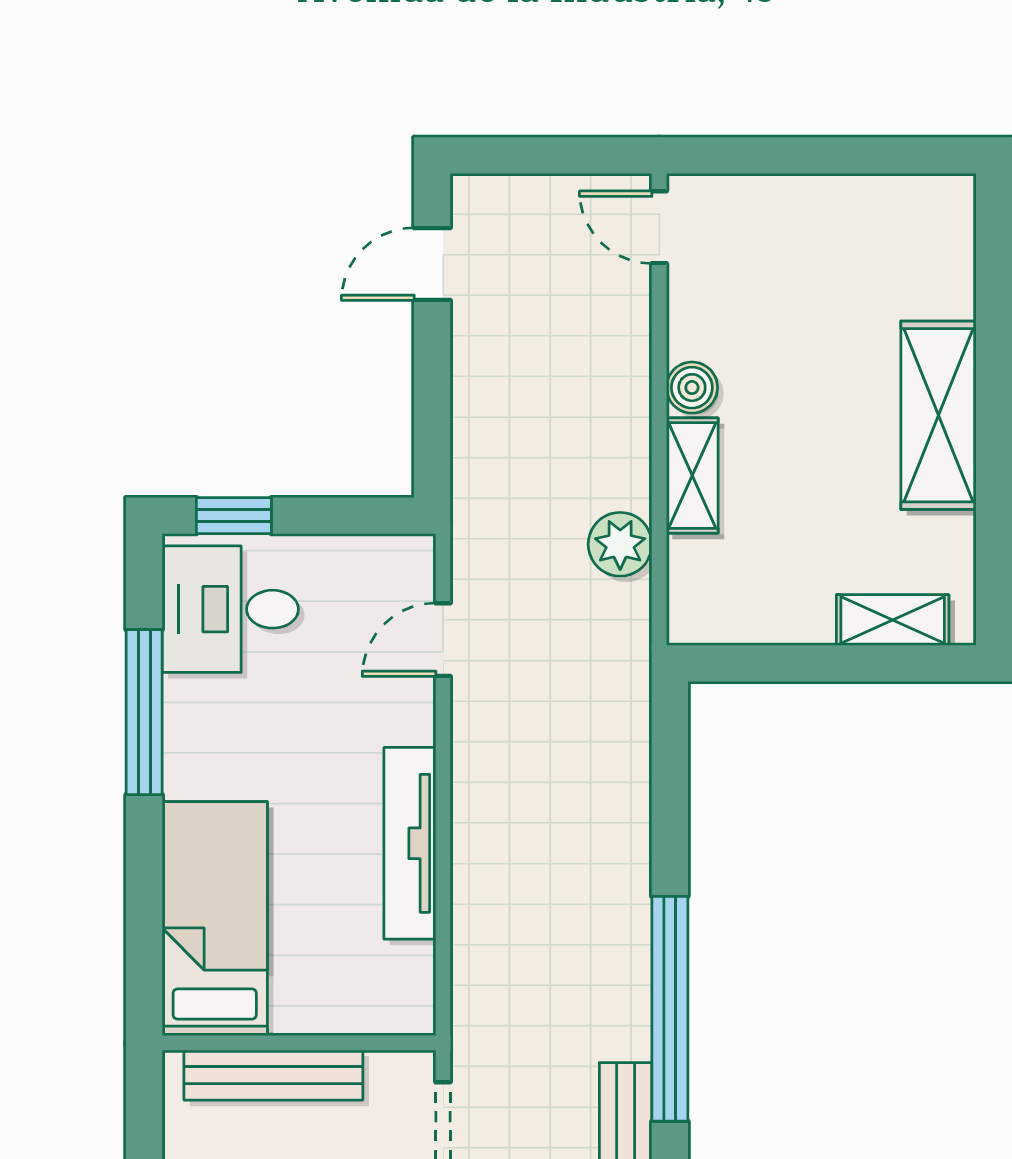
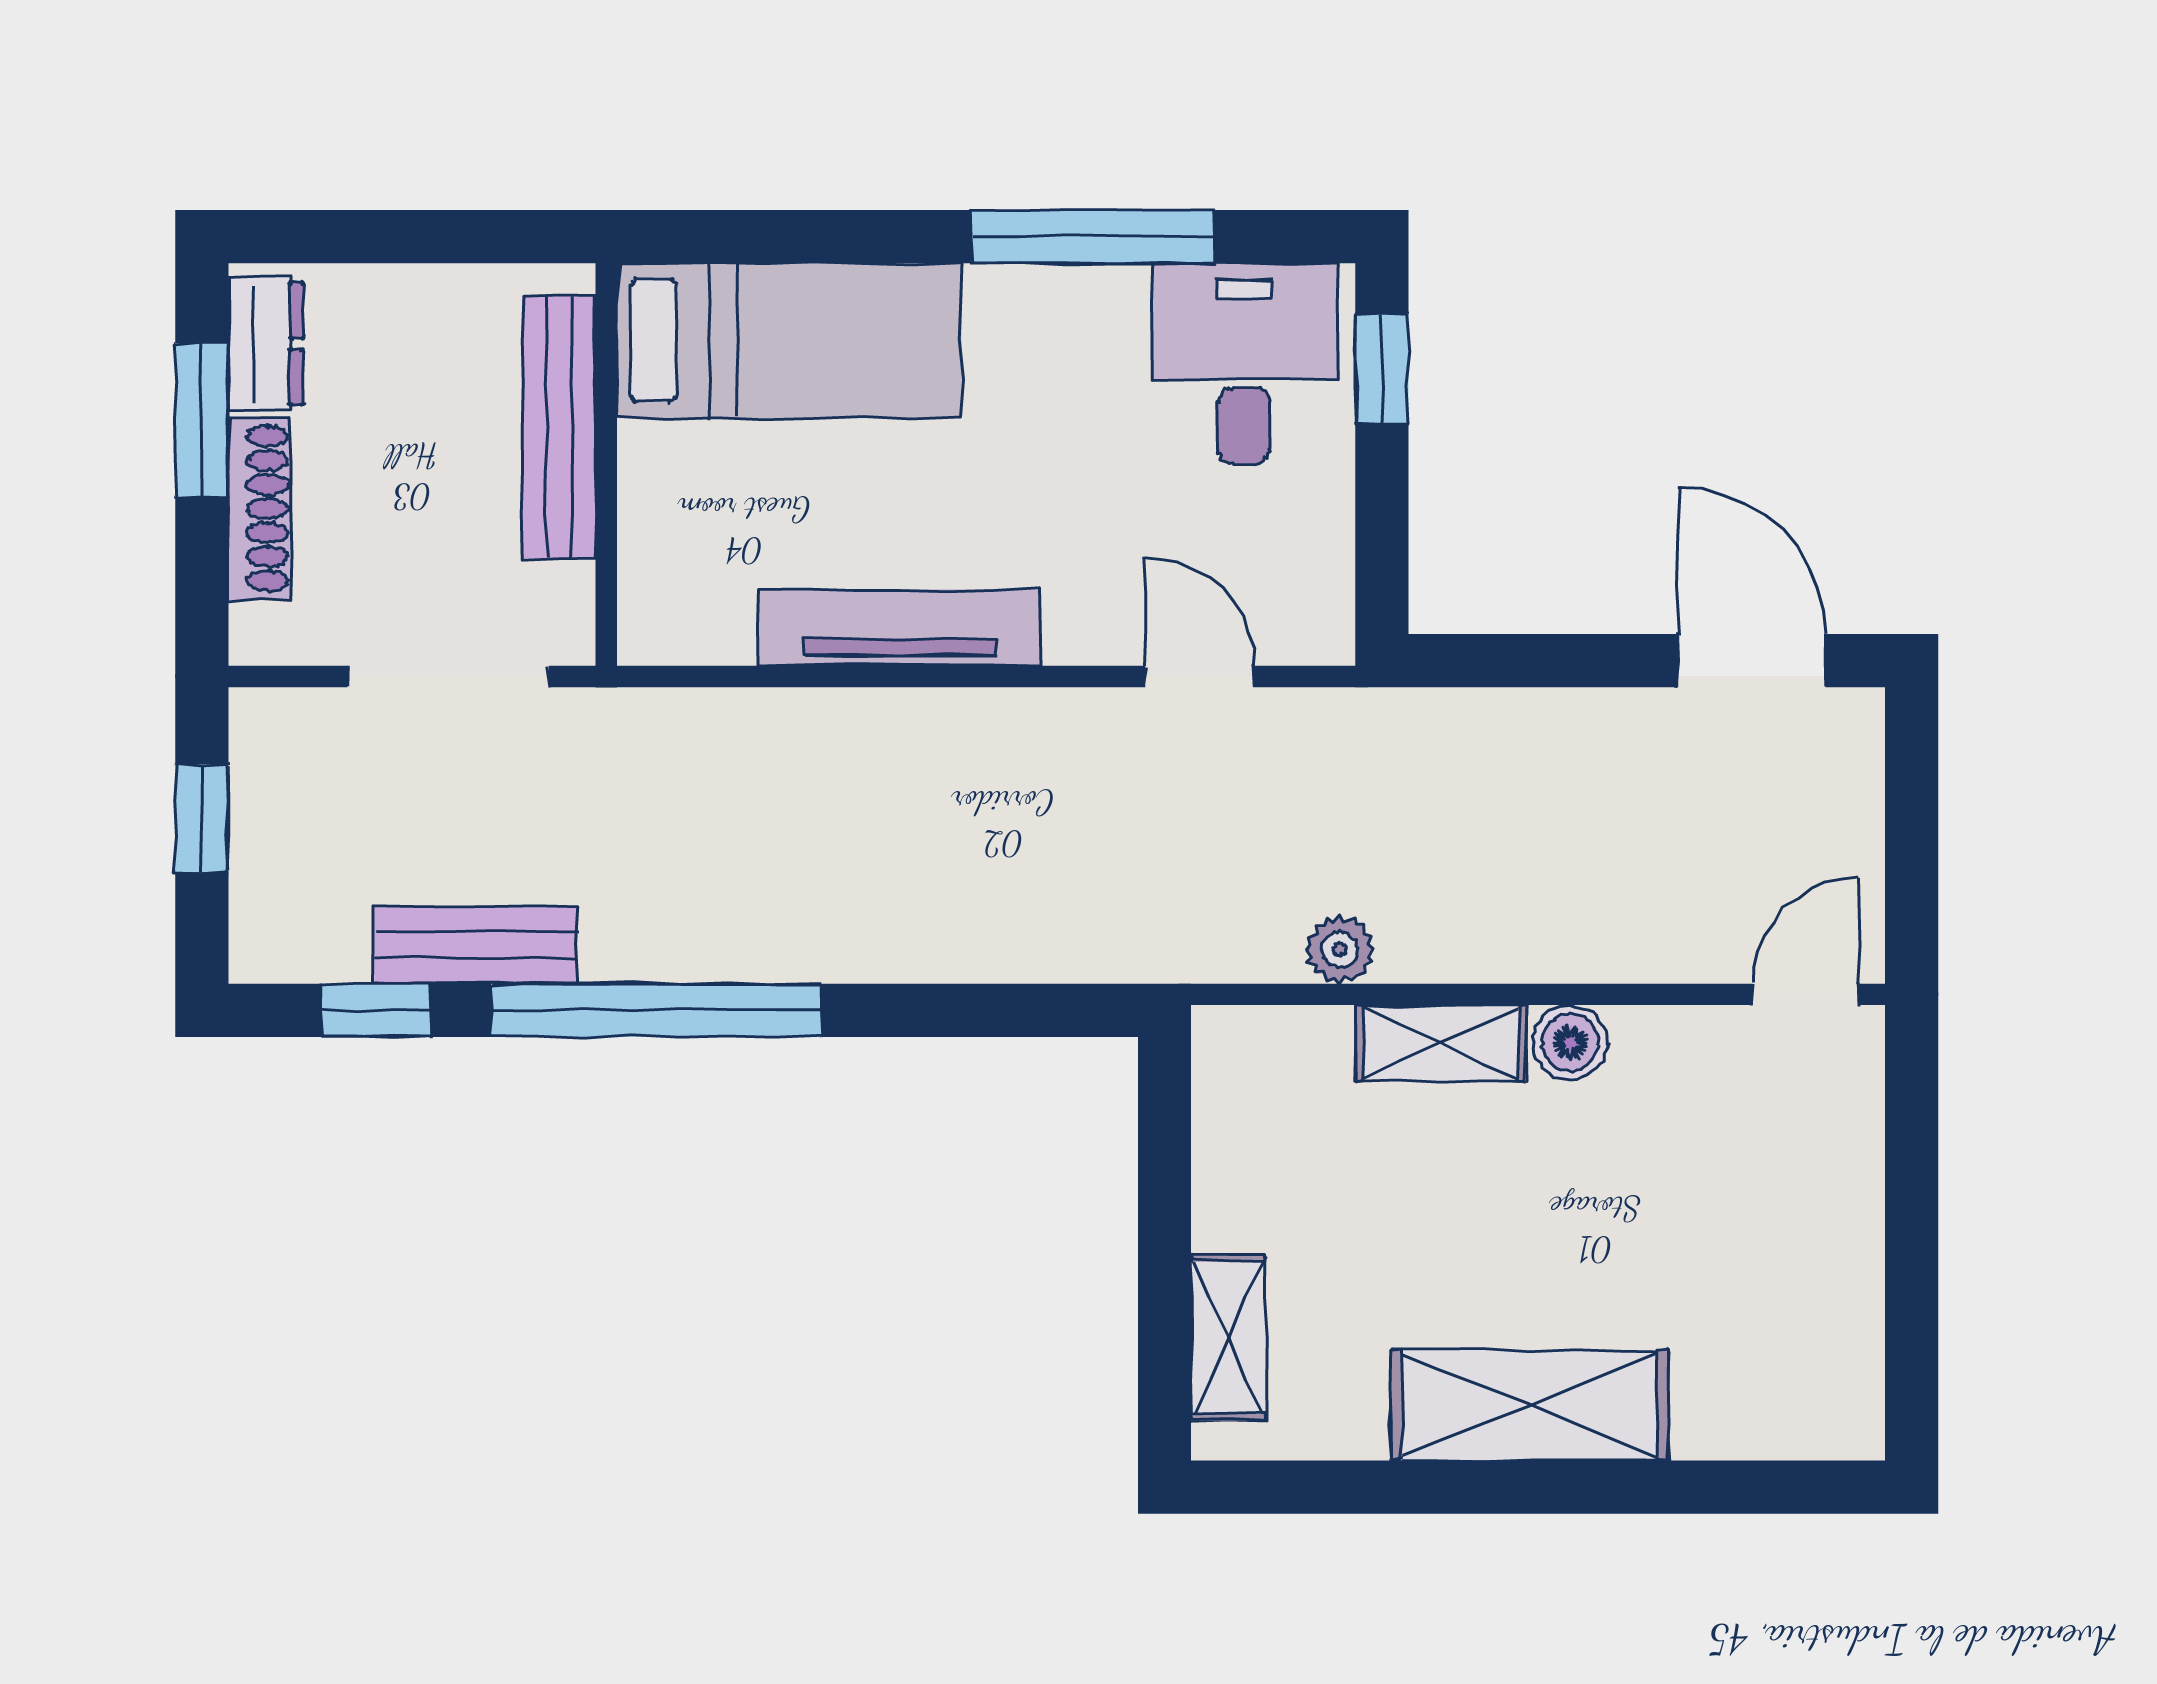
door: (432, 264) -> (1752, 661), width x1.38
plant: (620, 544) -> (1340, 950), width x0.73, depth x0.73

